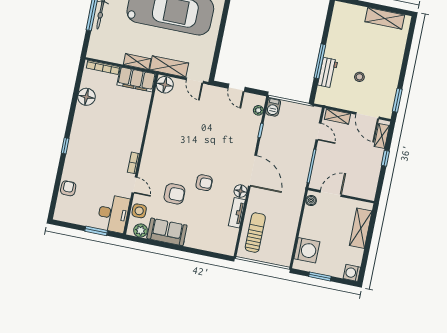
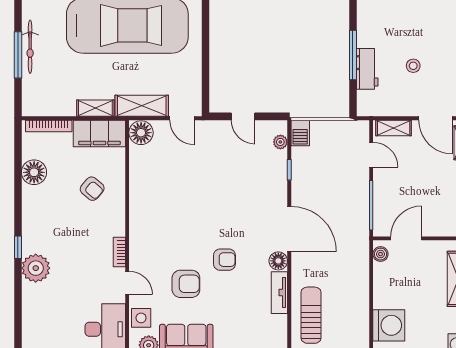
plant: (74, 162) -> (36, 268), added
armchair: (68, 188) -> (92, 189), moved, turned 131

